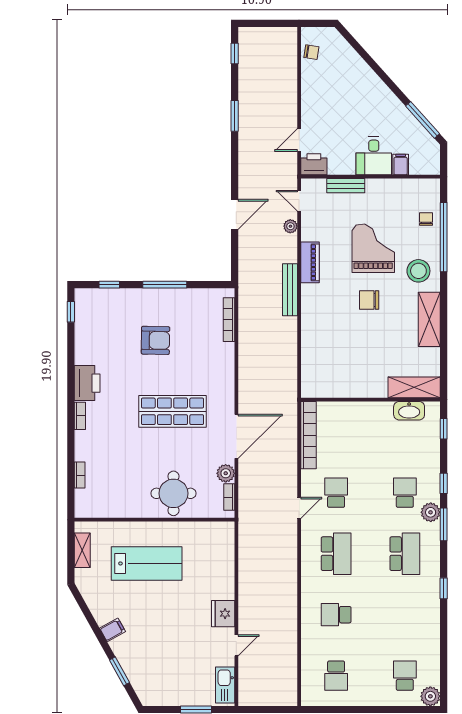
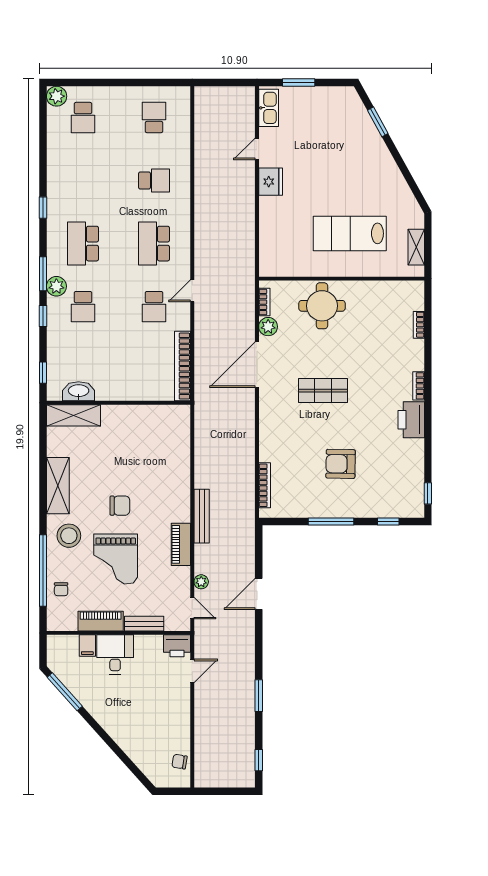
piano: (388, 188) -> (101, 621), added
shop shelf: (173, 411) -> (323, 391), width x0.70, depth x0.74
filing cabinet: (113, 630) -> (385, 165), removed

